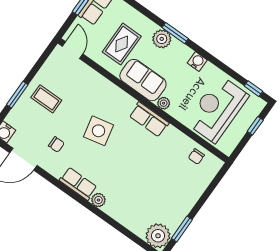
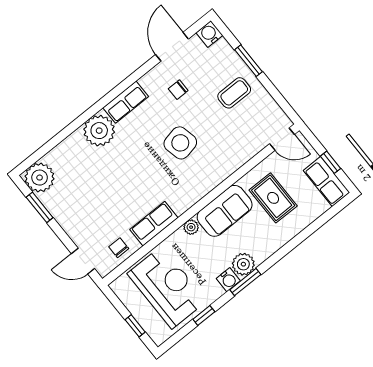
window: (175, 33) -> (245, 282), moved
plant: (162, 39) -> (243, 264), moved
window: (253, 89) -> (204, 316), moved
row of seats: (149, 119) -> (154, 224), moved
door: (215, 182) -> (83, 261), added
plant: (98, 200) -> (99, 131), width x1.87, depth x1.87

